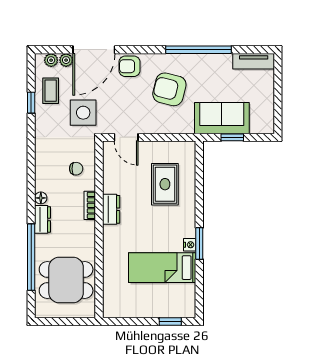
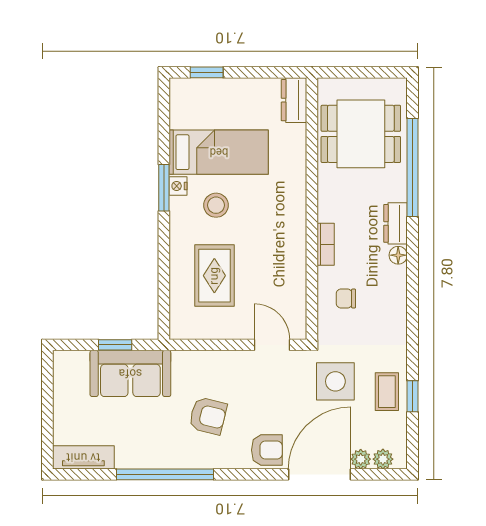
armchair: (169, 89) -> (208, 416), width x0.72, depth x0.72
coffee table: (51, 91) -> (387, 392), moved
dresser: (111, 209) -> (294, 100), moved
stool: (164, 232) -> (216, 205), added

